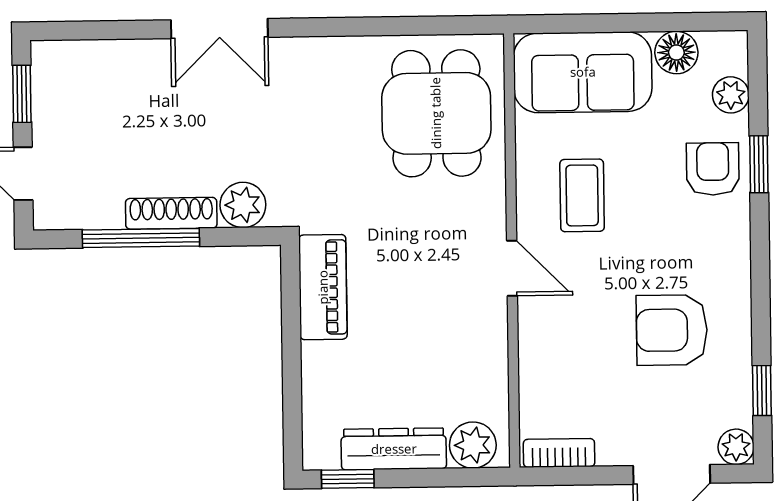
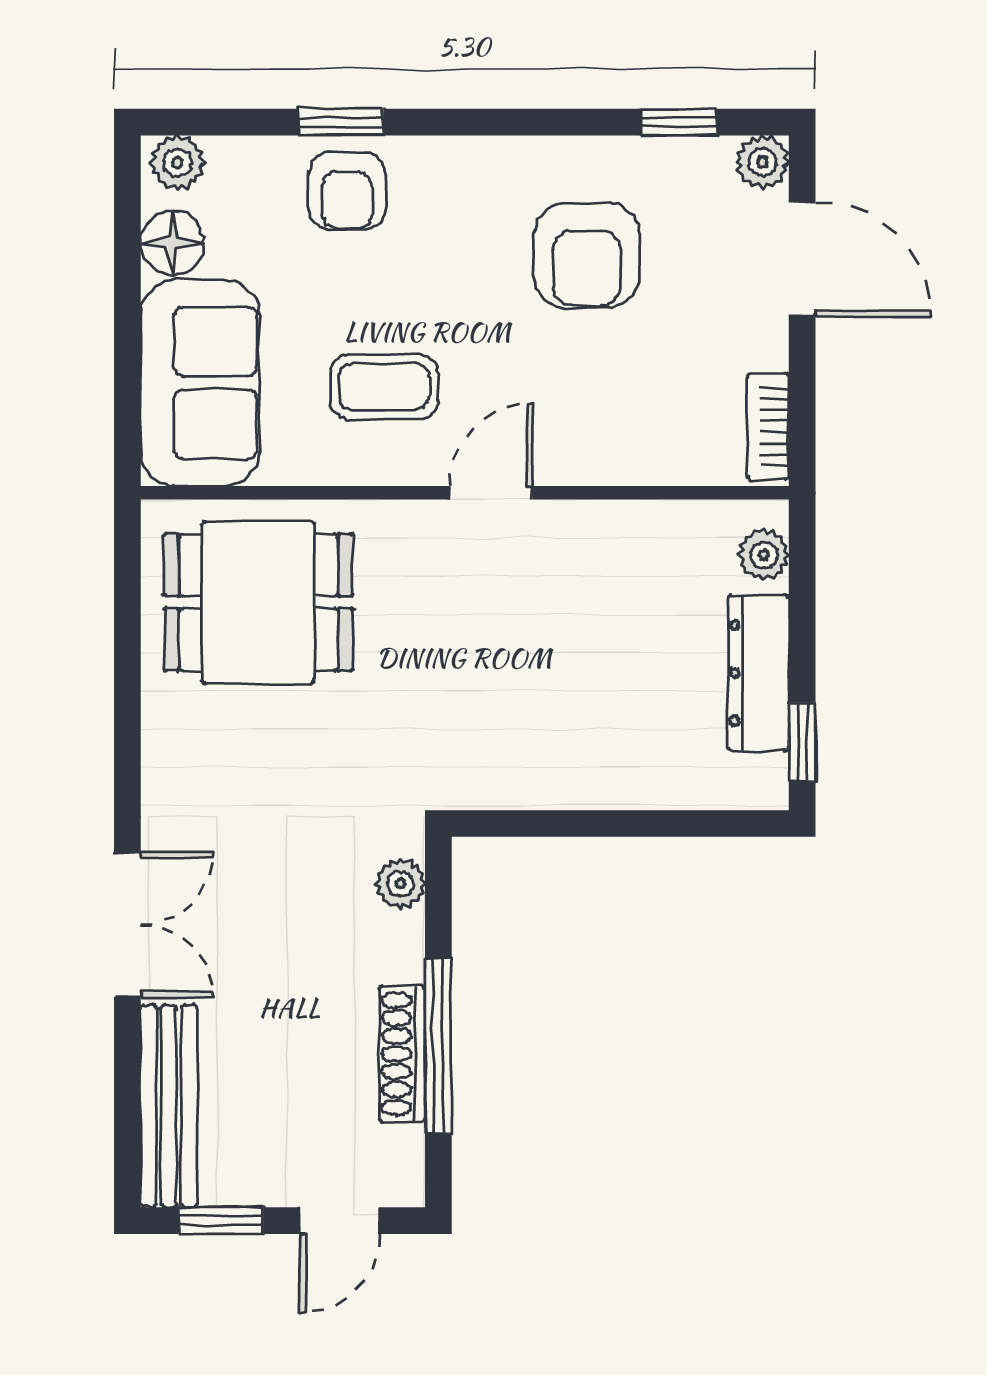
bench: (98, 58) -> (169, 1106), added
plant: (731, 95) -> (177, 163), moved
armchair: (713, 169) -> (347, 191), turned -90
plant: (243, 205) -> (400, 884), width x0.73, depth x0.73
shoe rack: (171, 213) -> (402, 1054), moved
piano: (323, 287) -> (515, 775), removed
plant: (473, 445) -> (764, 555), width x0.73, depth x0.73

